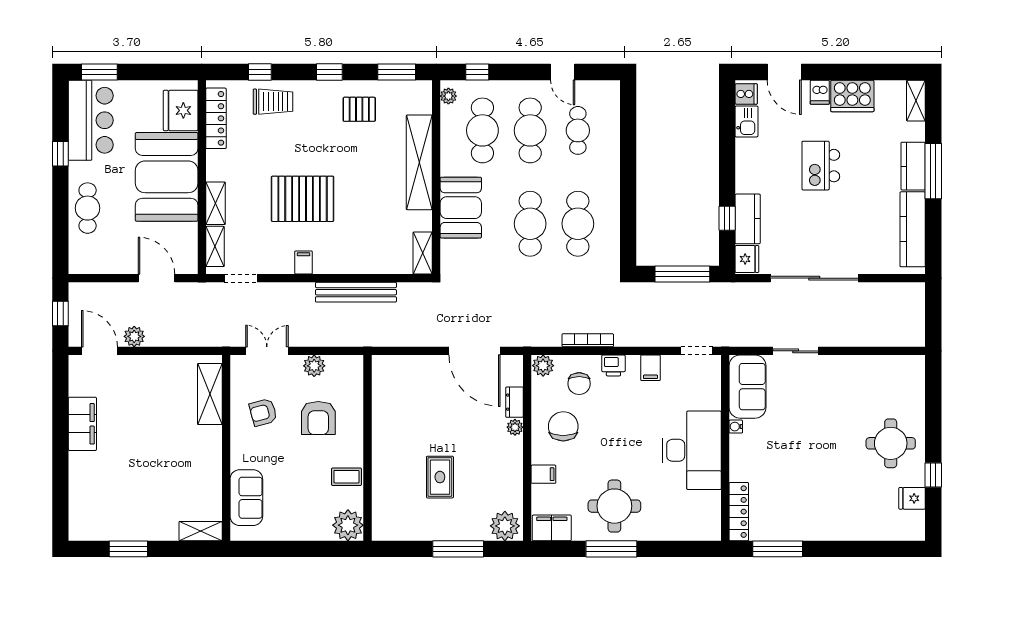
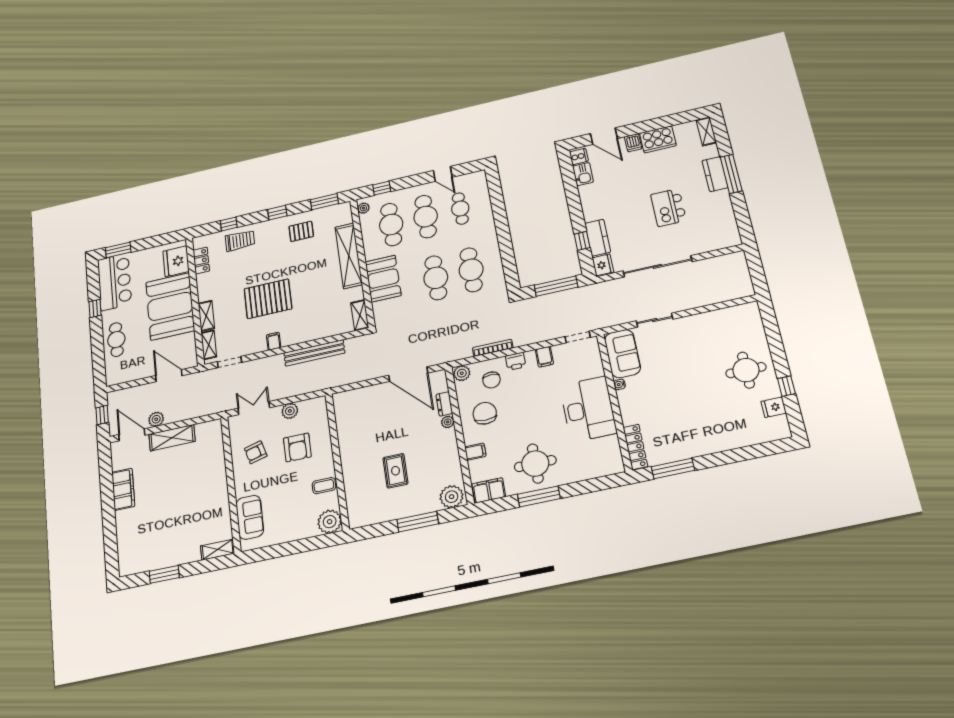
locker: (216, 118) -> (201, 261), width x0.66
kitchen island: (821, 166) -> (669, 208), moved
kitchen counter: (913, 229) -> (725, 216), removed
shelving: (210, 394) -> (172, 438), moved, turned 90

